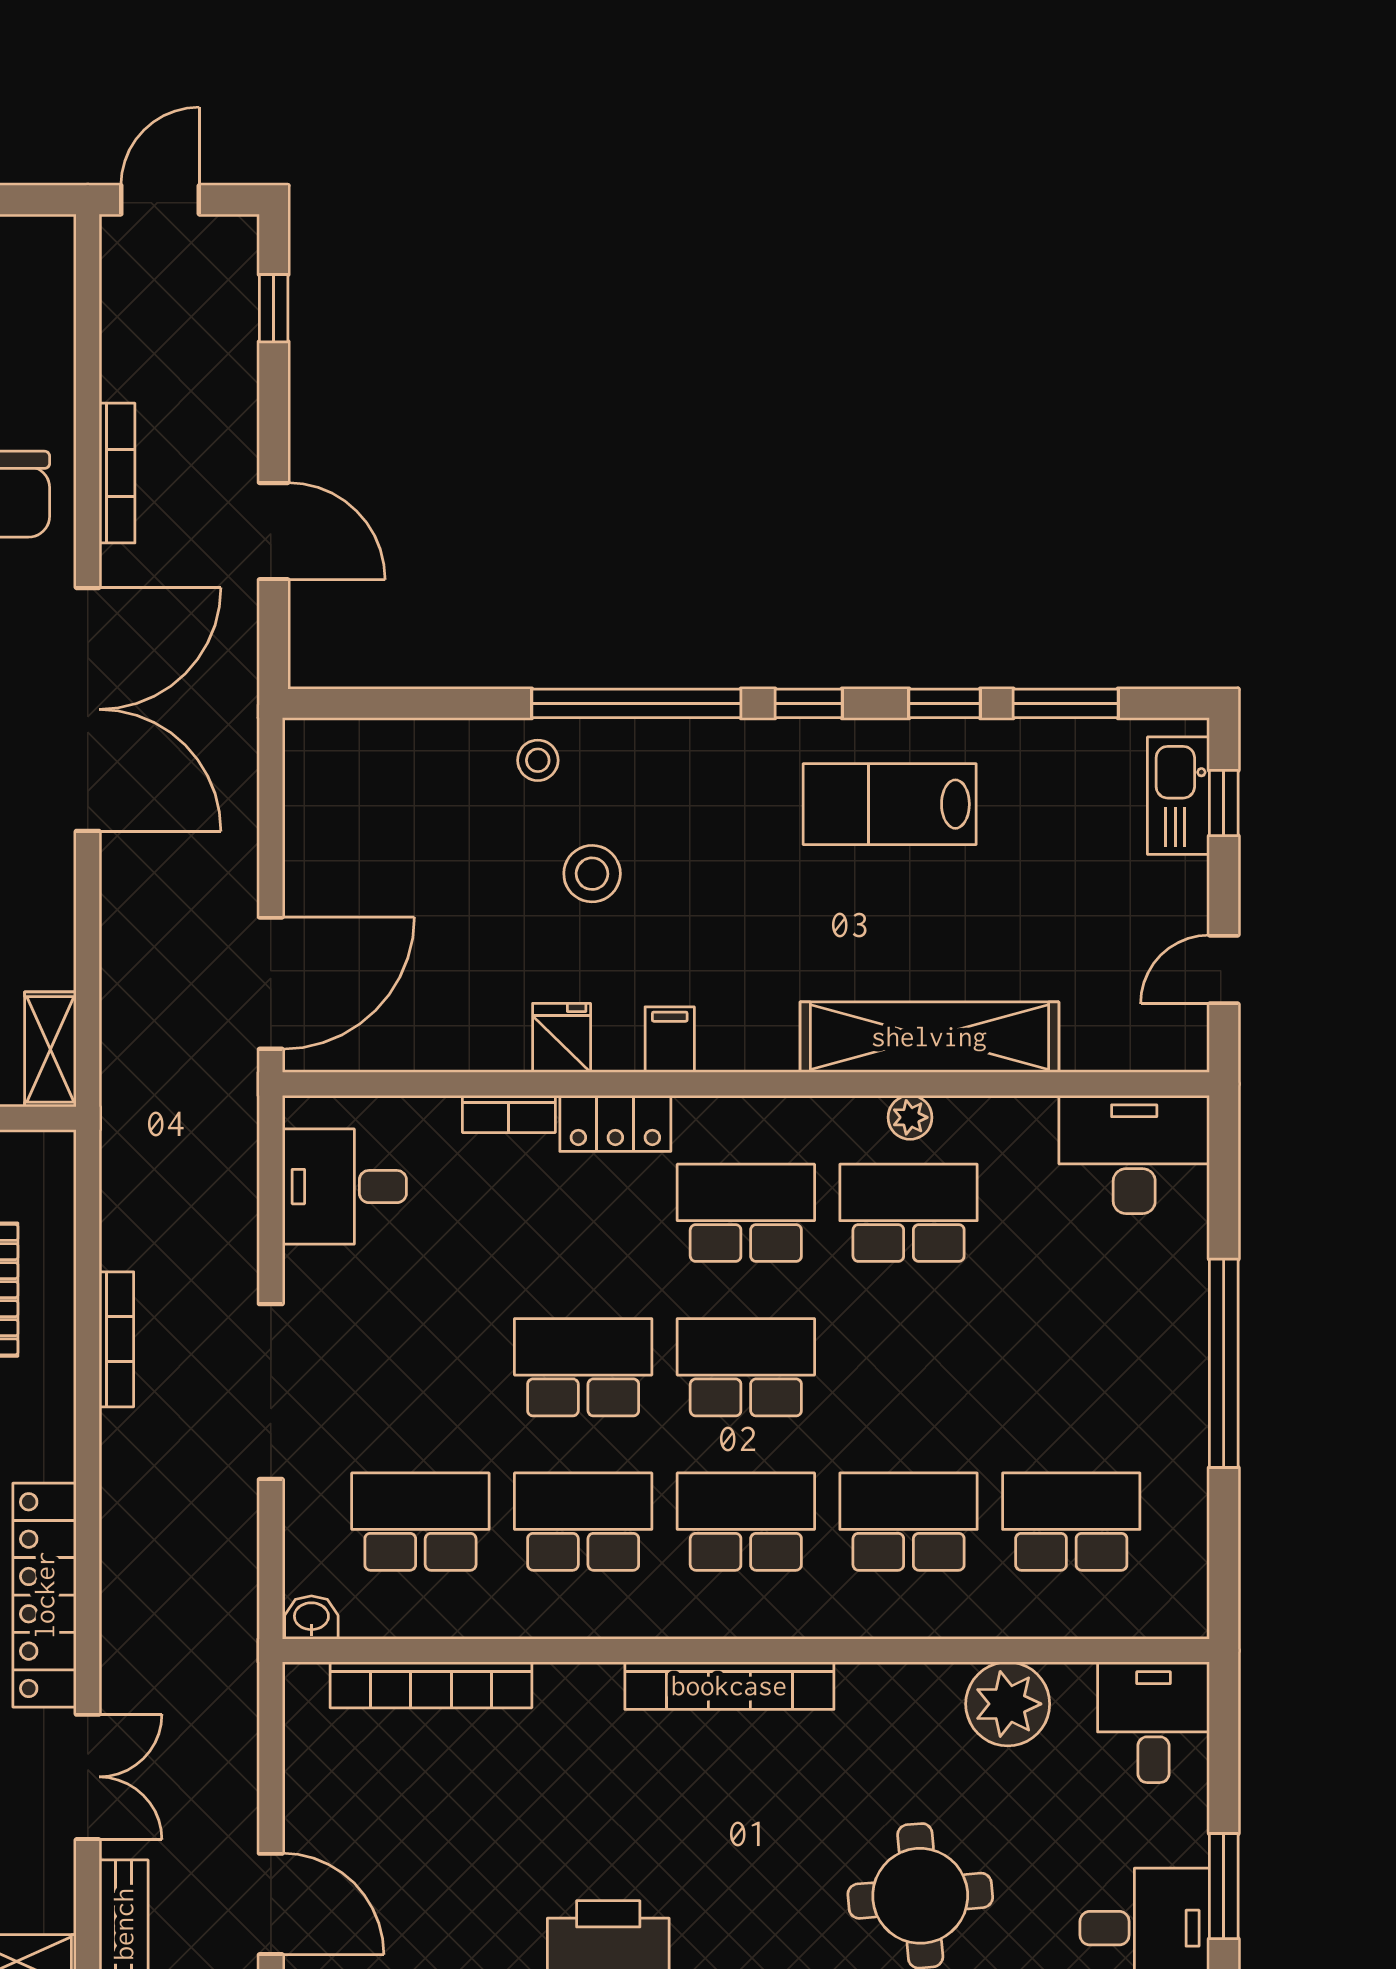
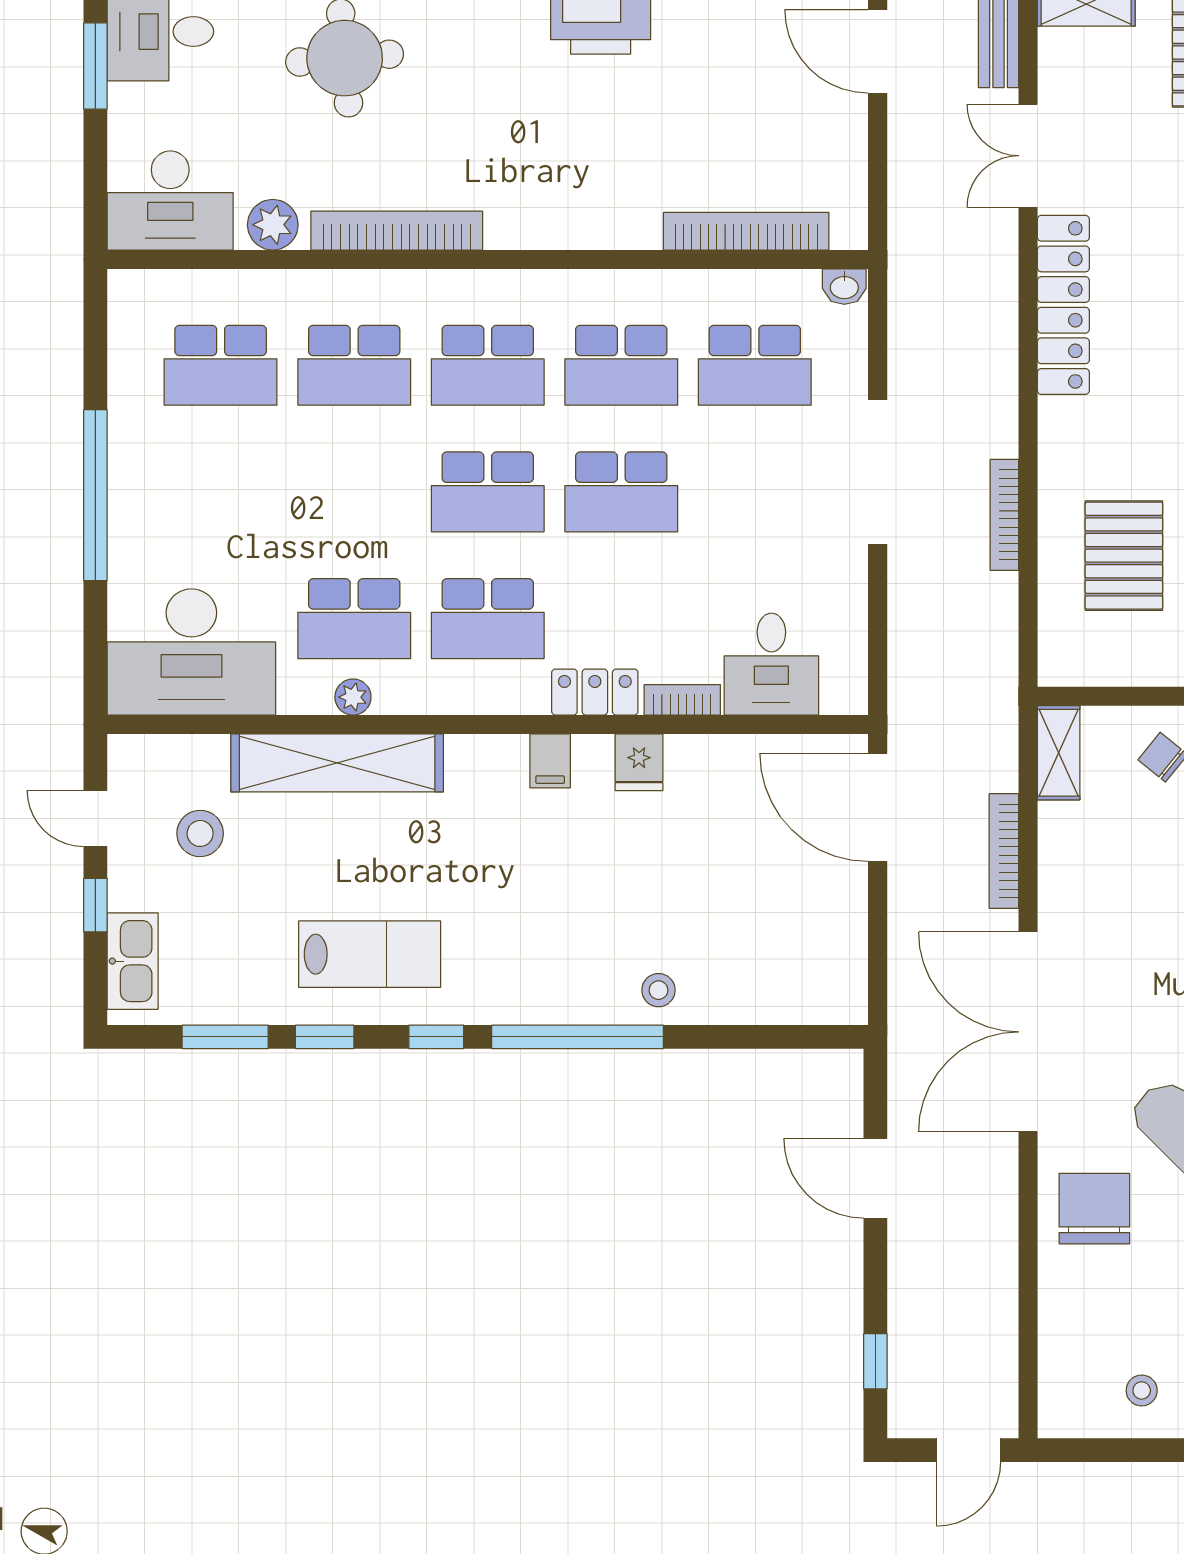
bookcase: (117, 473) -> (1004, 851), moved
window: (1224, 803) -> (95, 905), moved
stool: (592, 874) -> (200, 833), moved
door: (1224, 970) -> (95, 818), swing flipped
door: (271, 983) -> (878, 807), hinge flipped
desk: (1134, 1154) -> (191, 652), width x1.36, depth x1.30
desk: (344, 1187) -> (771, 664), moved, turned 90
bookcase: (729, 1686) -> (397, 231), moved
plant: (1008, 1704) -> (273, 225), width x0.73, depth x0.73
desk: (1153, 1722) -> (170, 200), width x1.37

